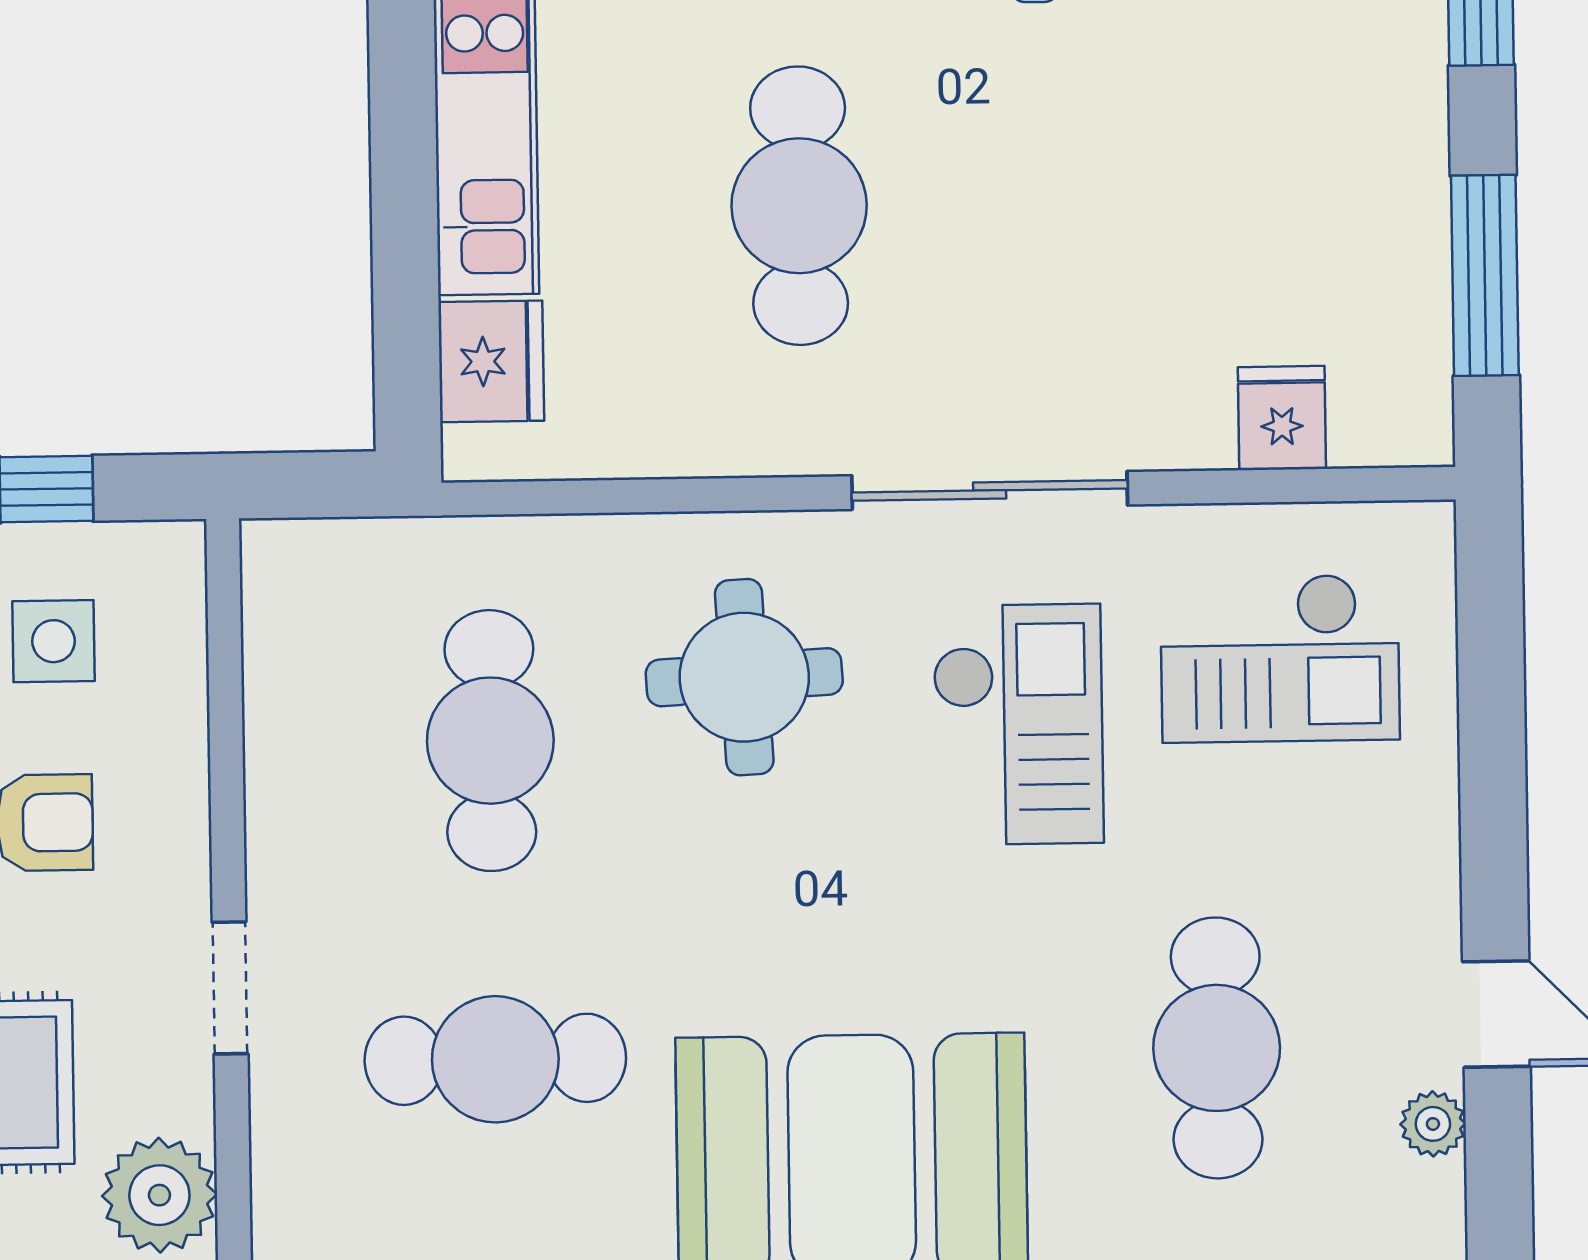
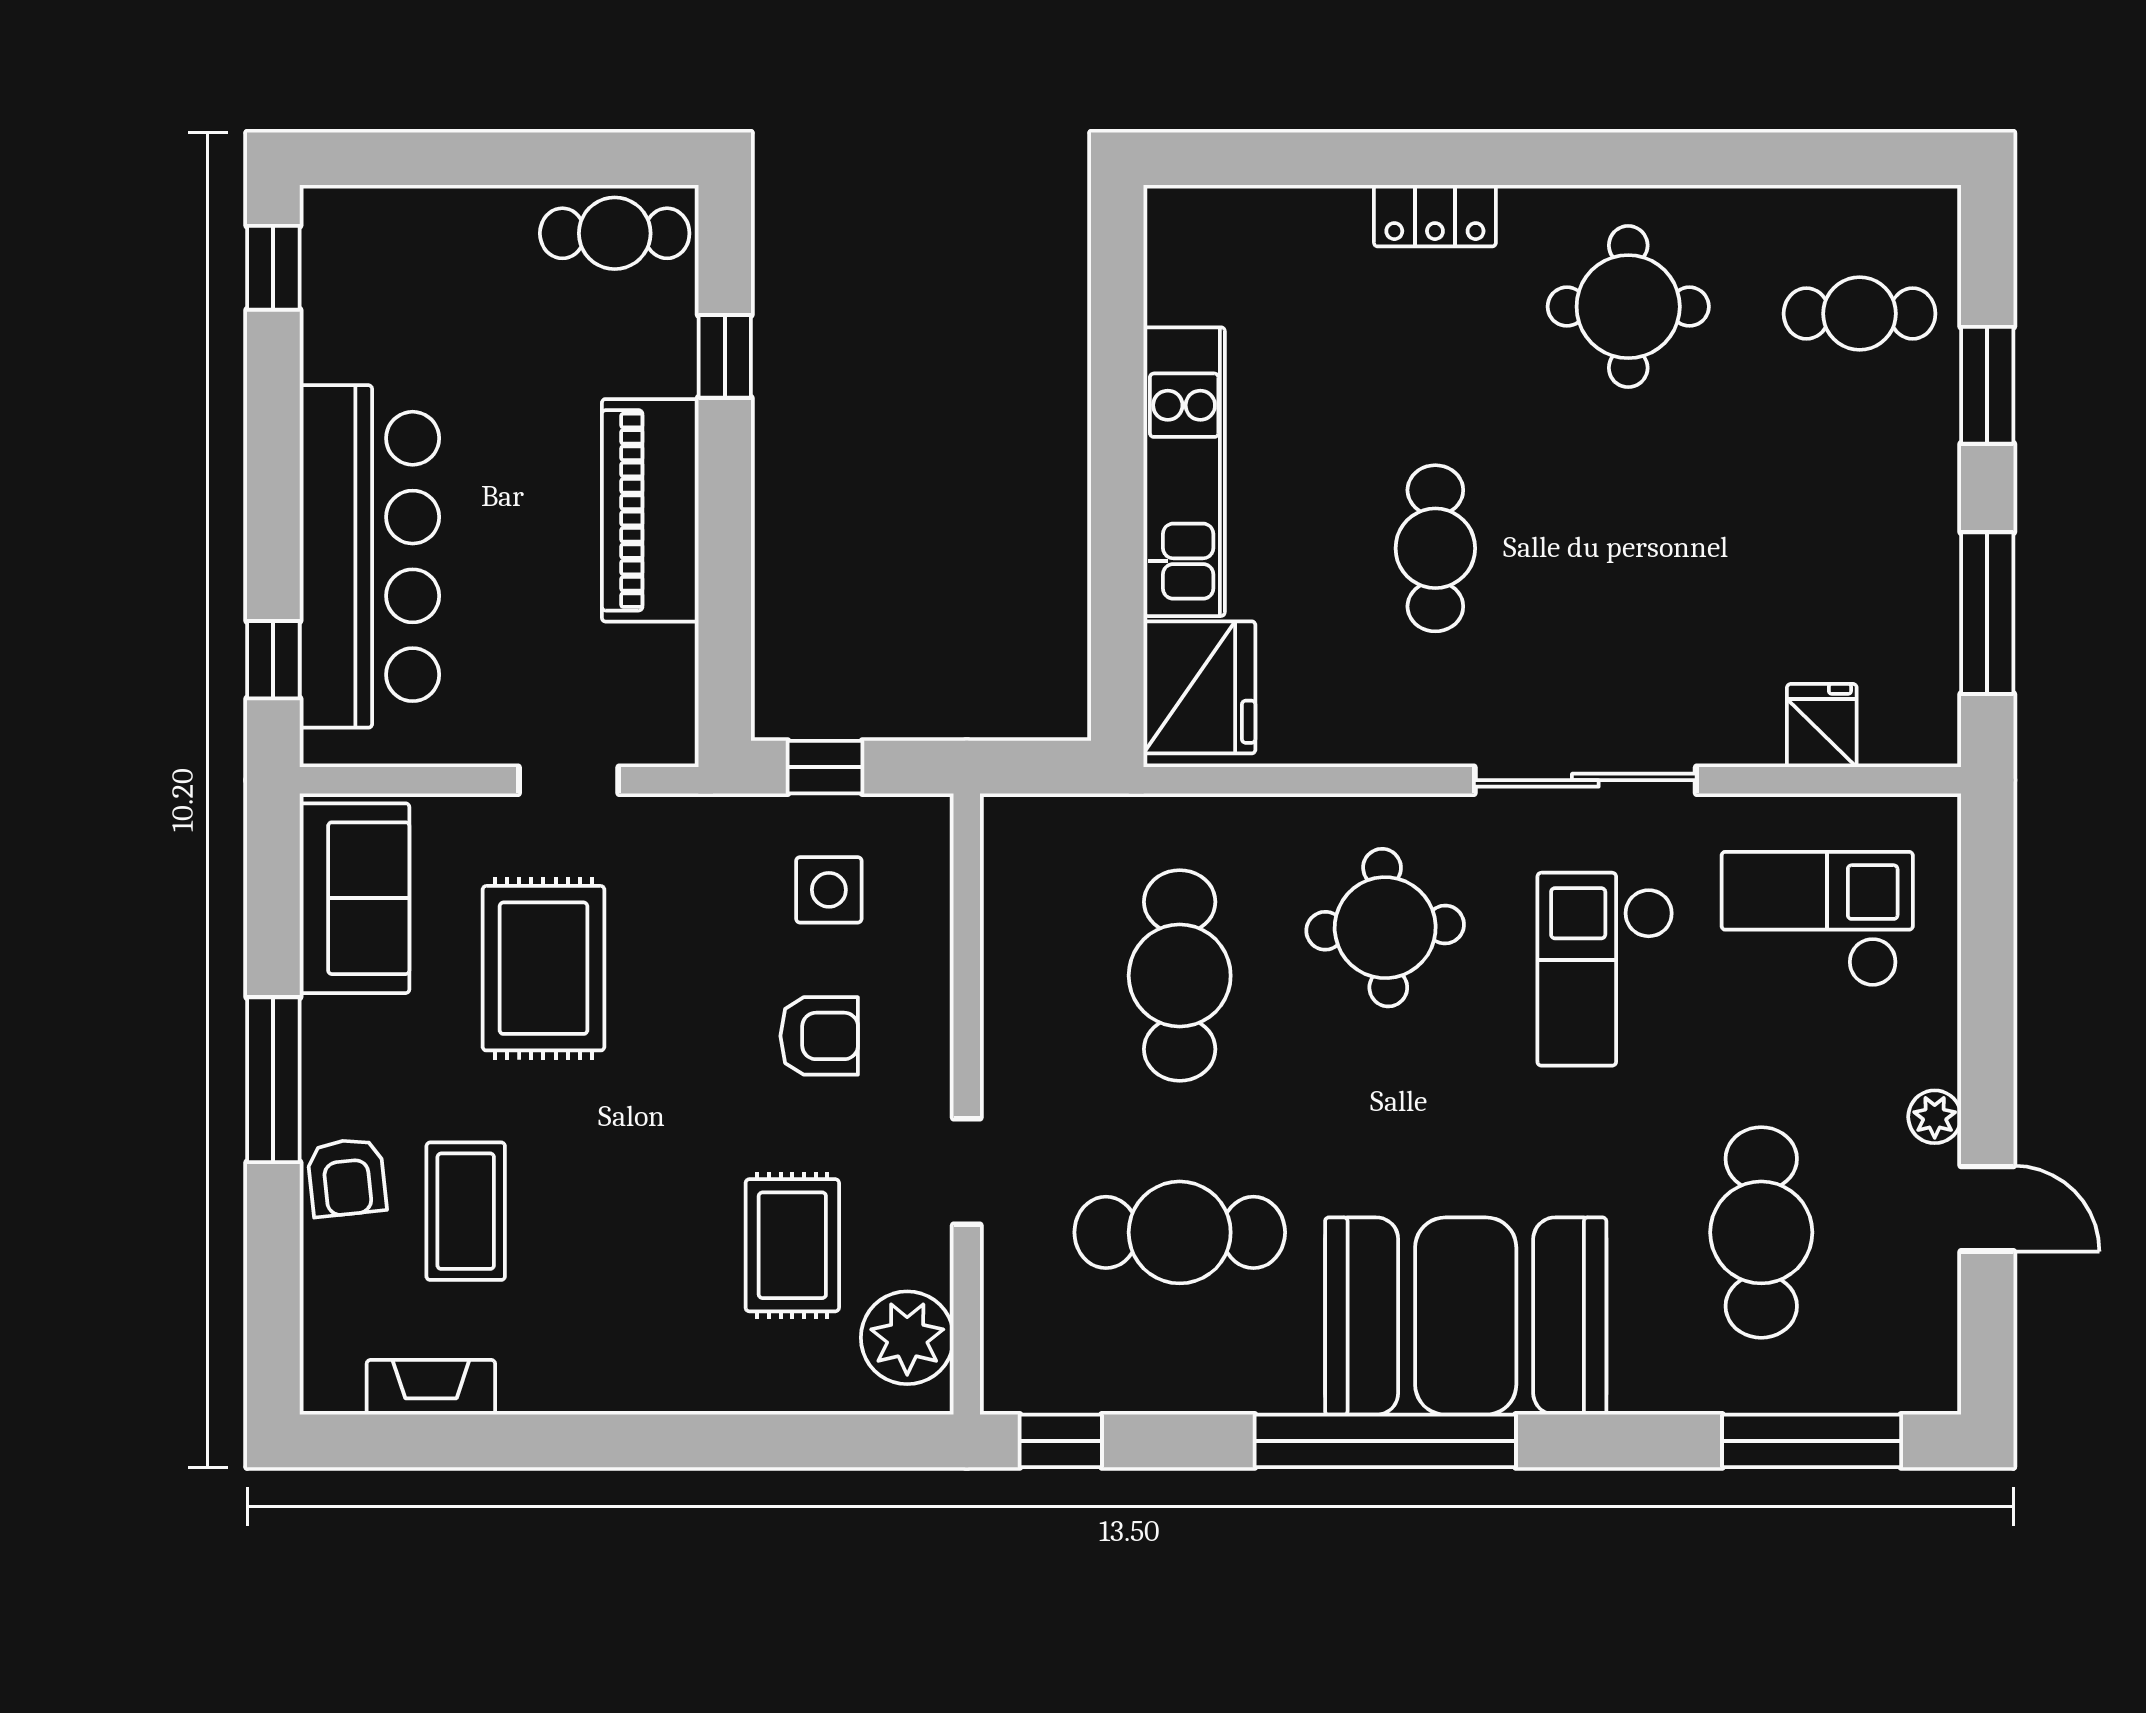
cafe table: (799, 206) -> (1435, 548), width x0.73, depth x0.74
fridge: (491, 361) -> (1199, 687), width x1.36, depth x1.34
checkout: (1280, 658) -> (1817, 919), turned 180
checkout: (1018, 724) -> (1605, 969), turned 180
plant: (1433, 1124) -> (1935, 1117), moved

